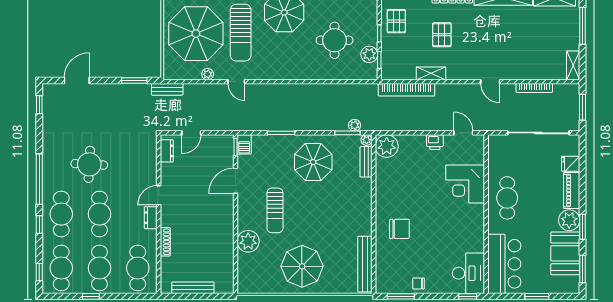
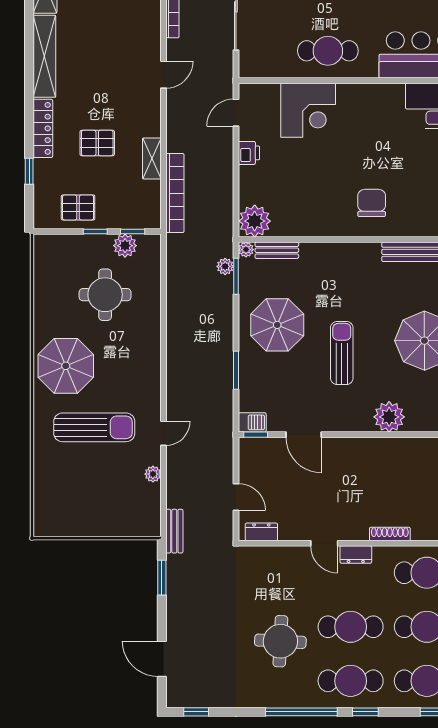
parasol: (196, 34) -> (96, 491), removed
sun lounger: (275, 210) -> (342, 353), moved, turned -90

